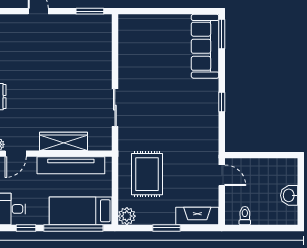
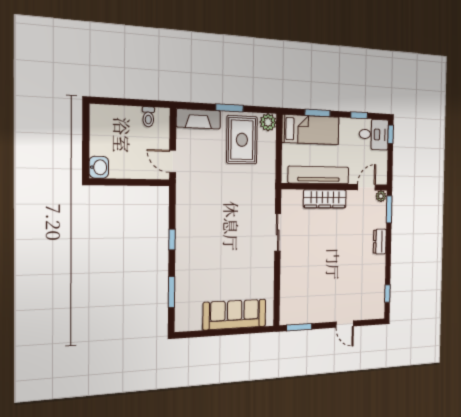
window: (222, 34) -> (172, 292), moved
sofa: (205, 46) -> (235, 314), moved, turned -90
rug: (147, 174) -> (242, 140), moved
washbasin: (289, 195) -> (99, 167), moved
window: (73, 228) -> (317, 113), width x0.47

